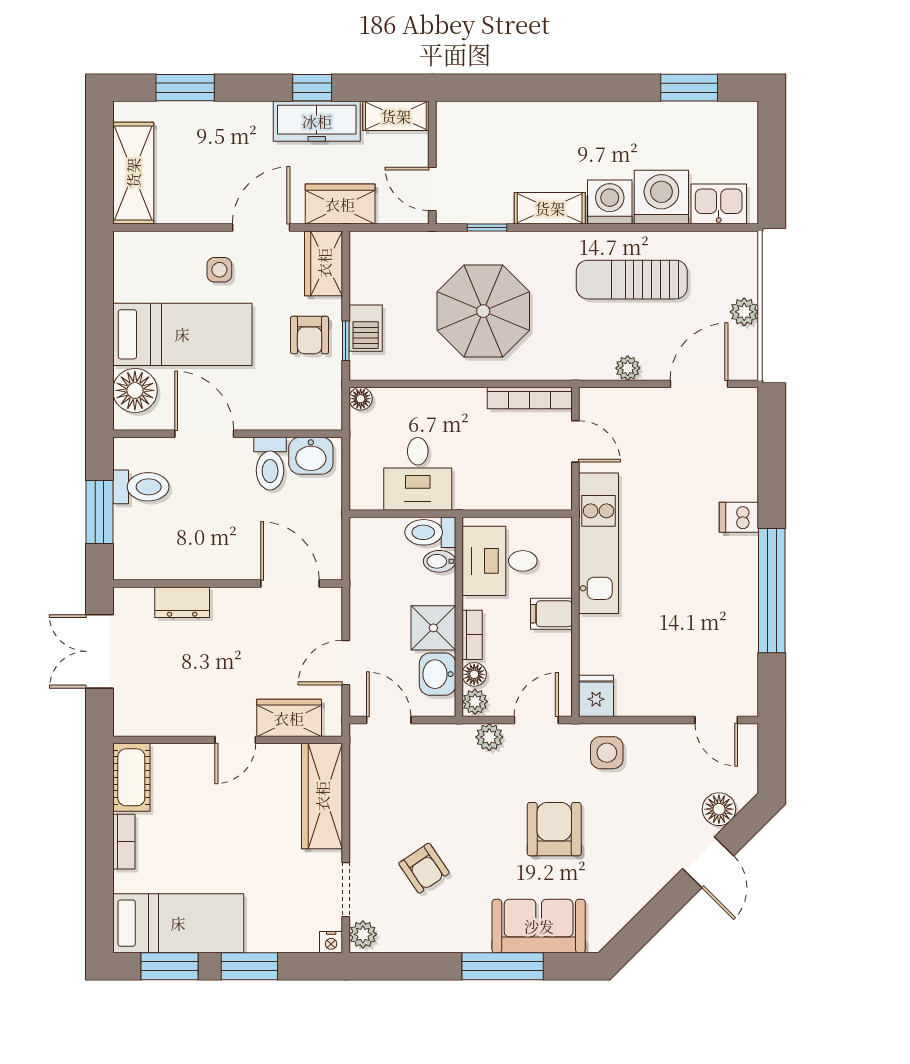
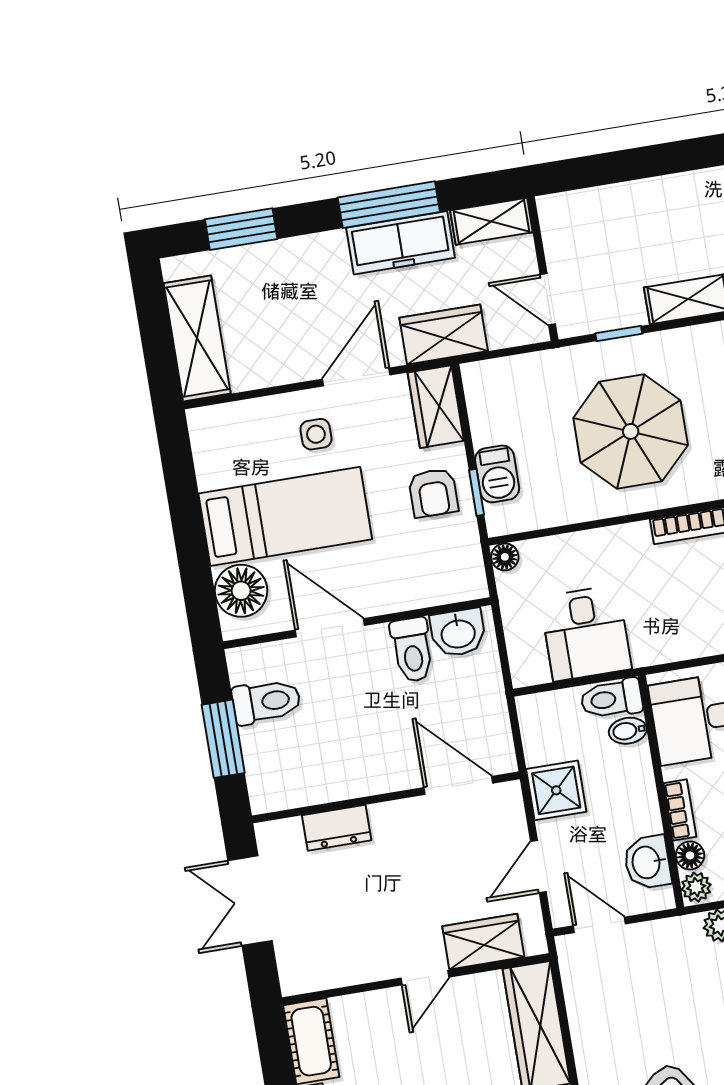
window: (312, 88) -> (389, 205), width x2.17
shower: (433, 628) -> (556, 790), moved

